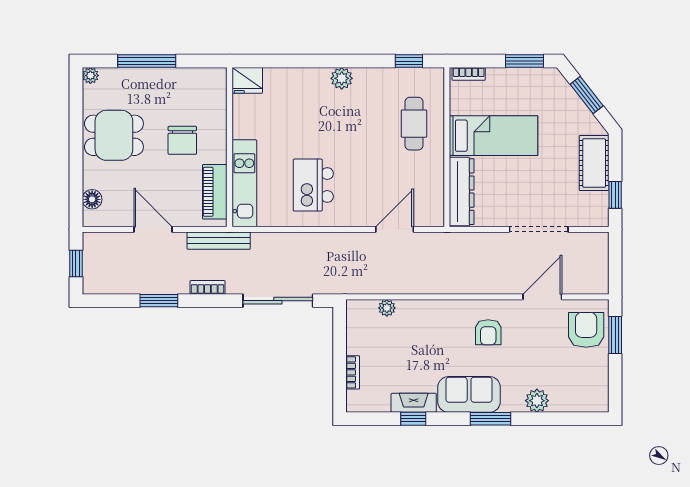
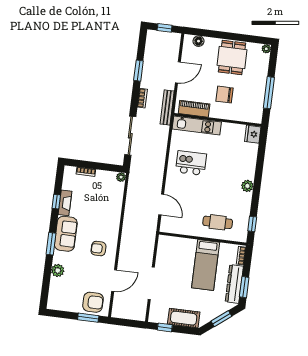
window: (147, 61) -> (269, 93), moved
dresser: (462, 192) -> (234, 284), moved, turned 90
door: (542, 297) -> (114, 281), hinge flipped
plant: (387, 308) -> (121, 177), moved

